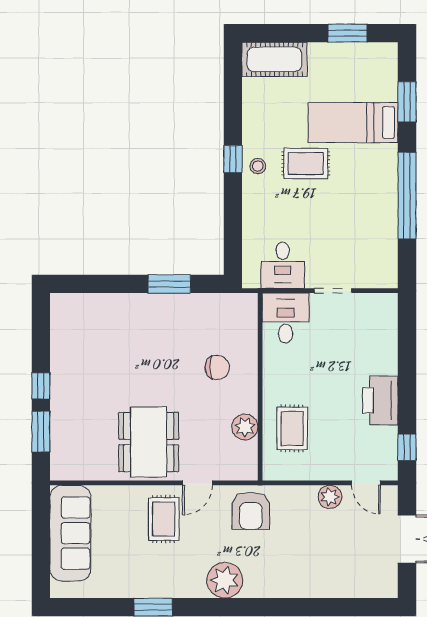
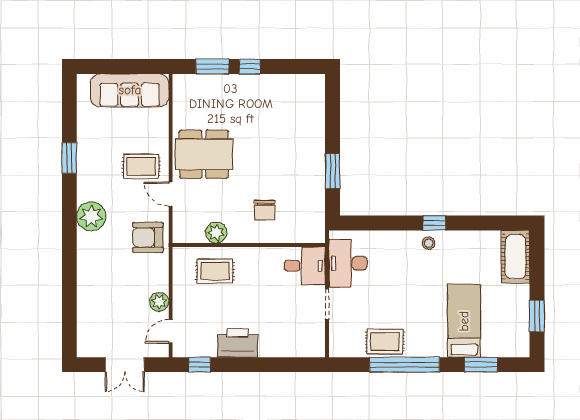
rug: (306, 164) -> (385, 342), moved, turned 90
desk: (283, 265) -> (348, 263), width x1.37

